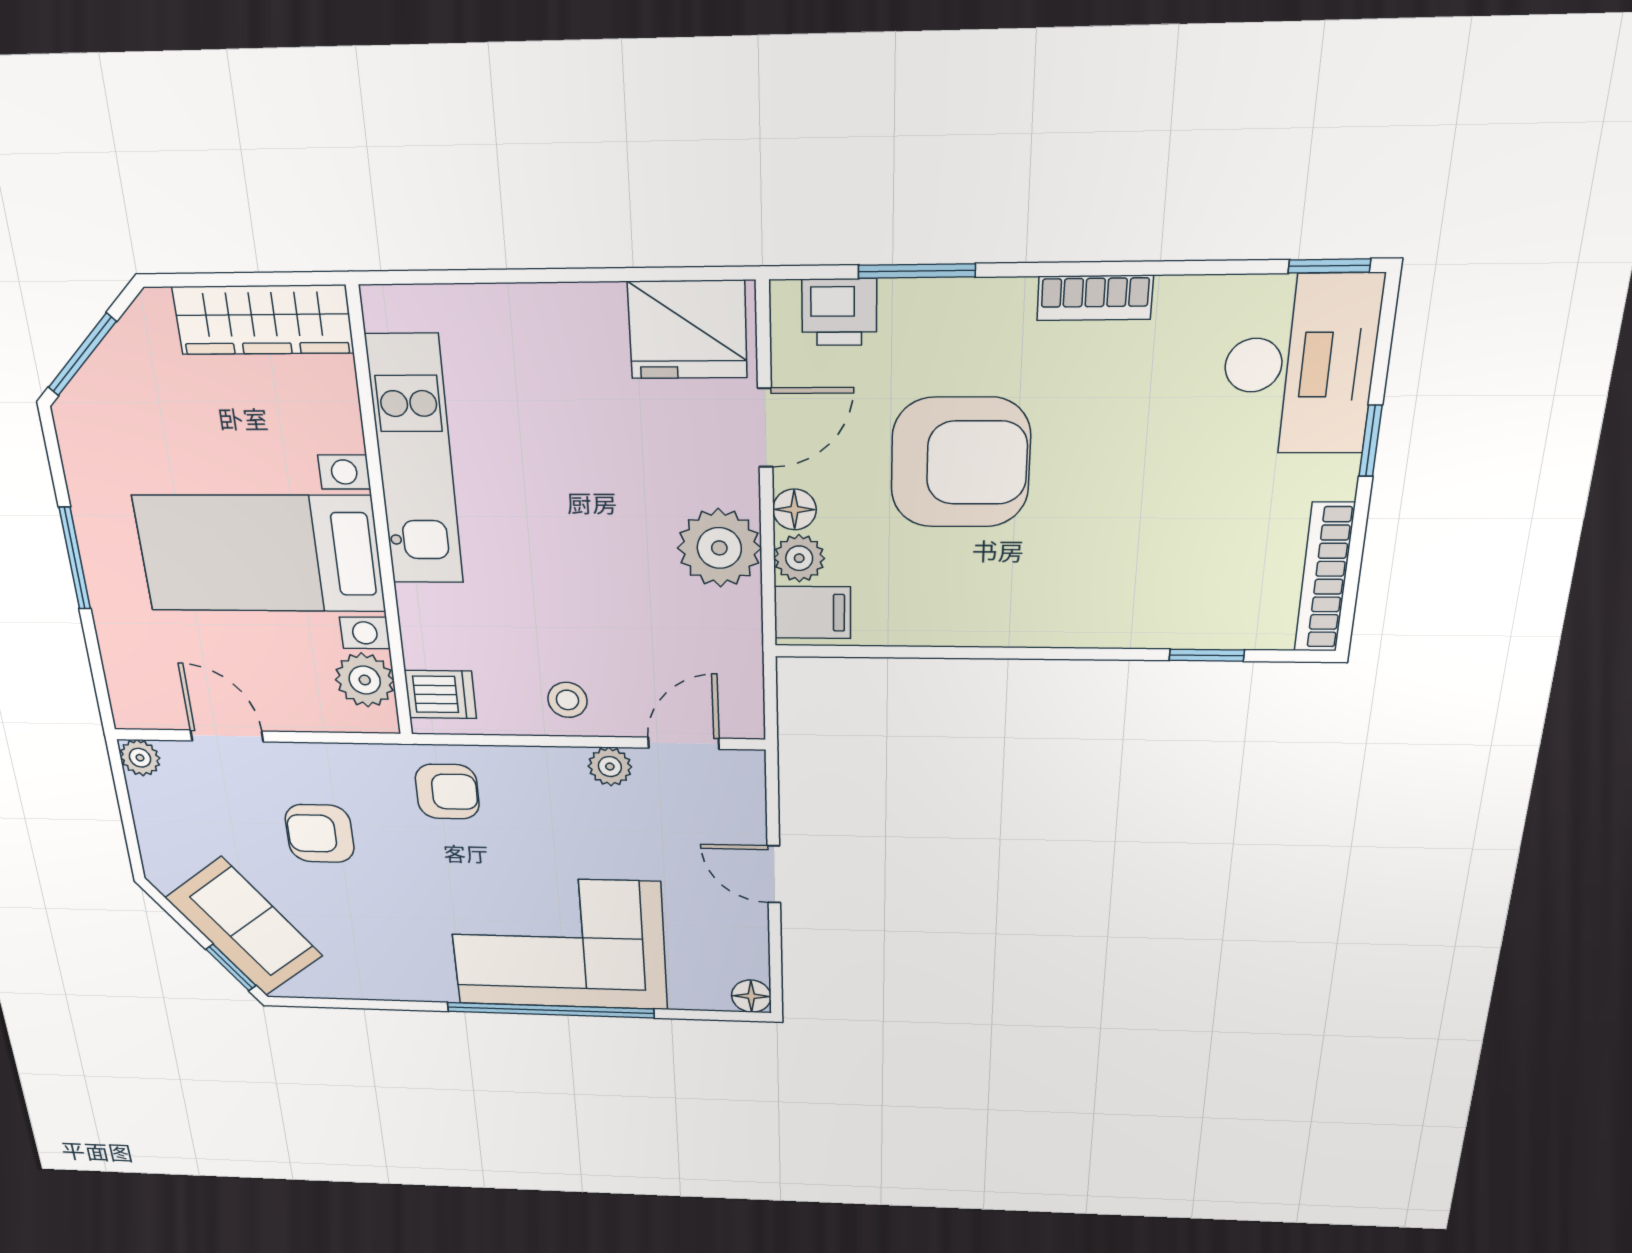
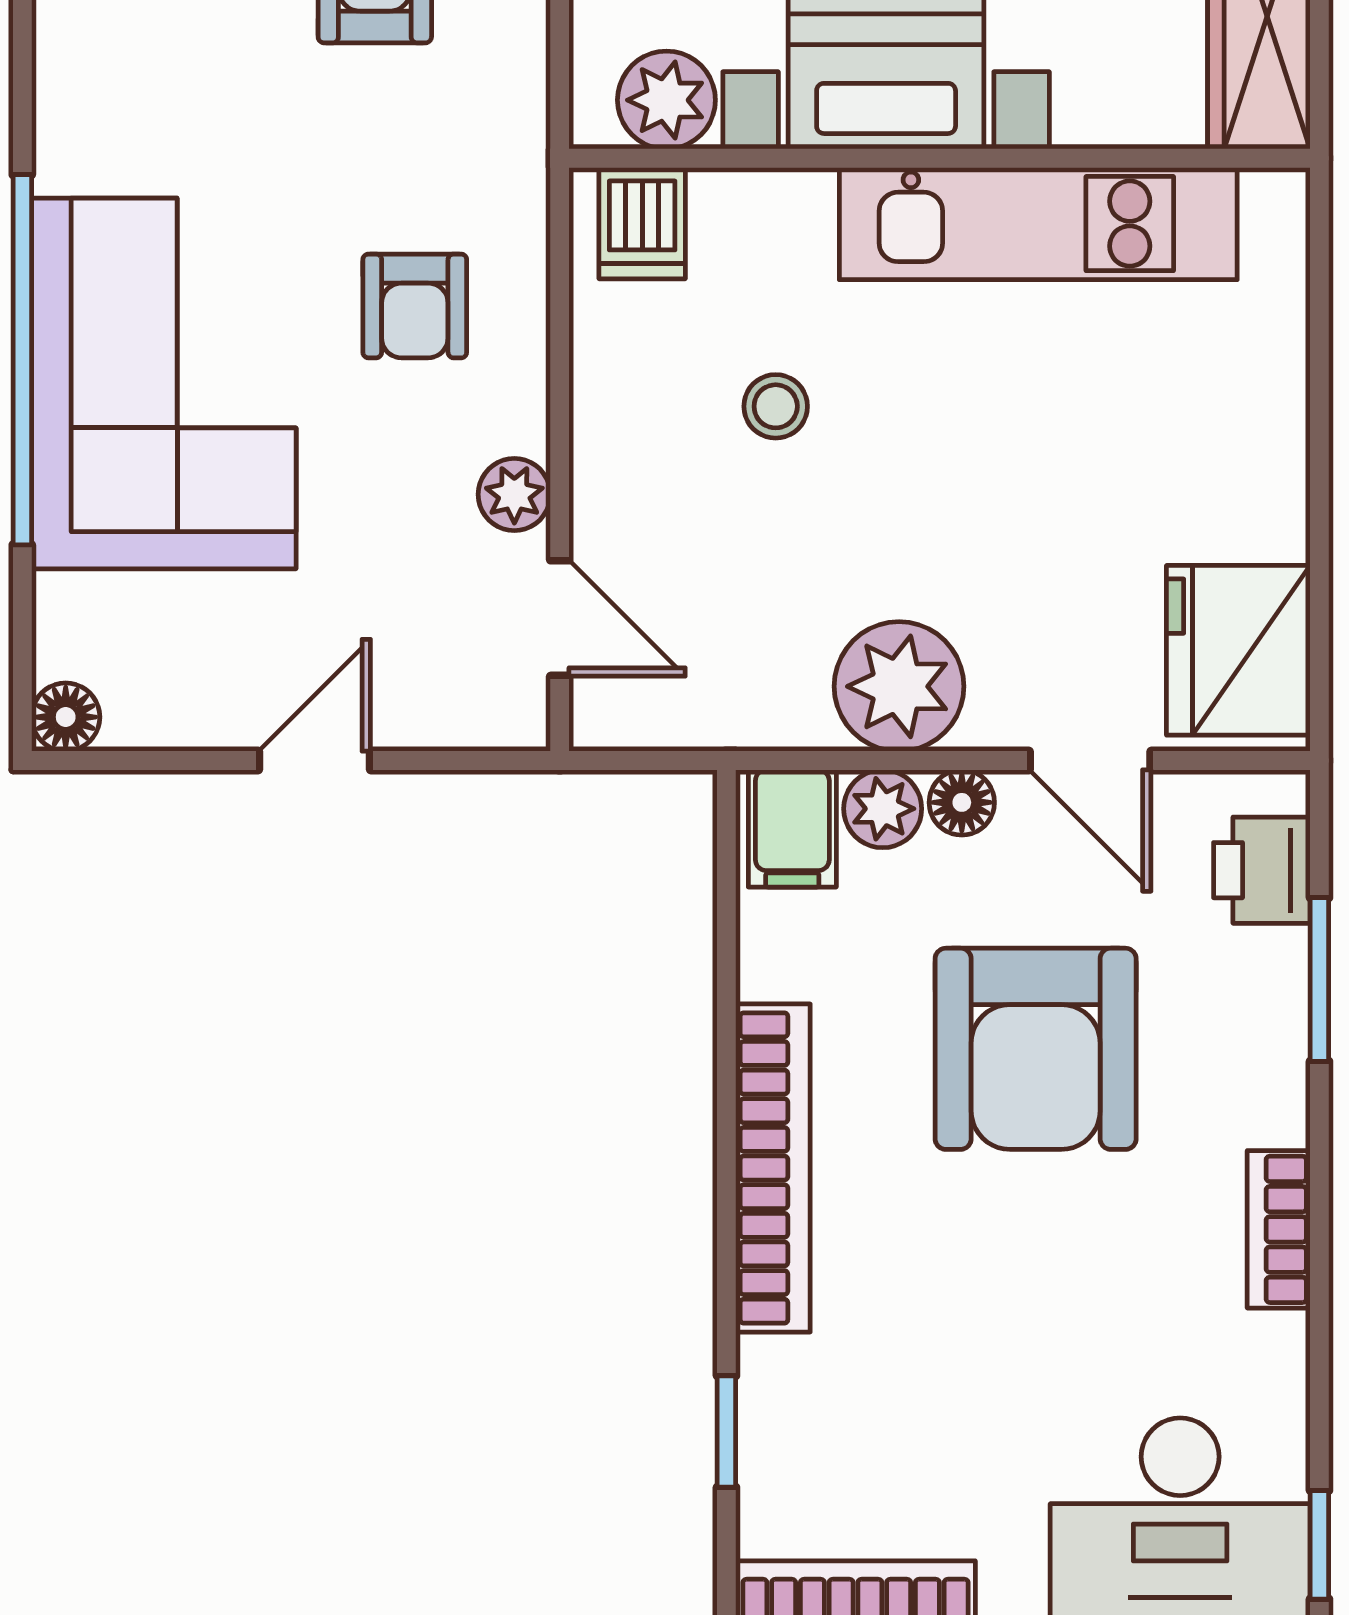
bookcase: (1034, 626) -> (773, 1168), added
stool: (567, 700) -> (776, 406), moved
armchair: (447, 792) -> (415, 306), moved

